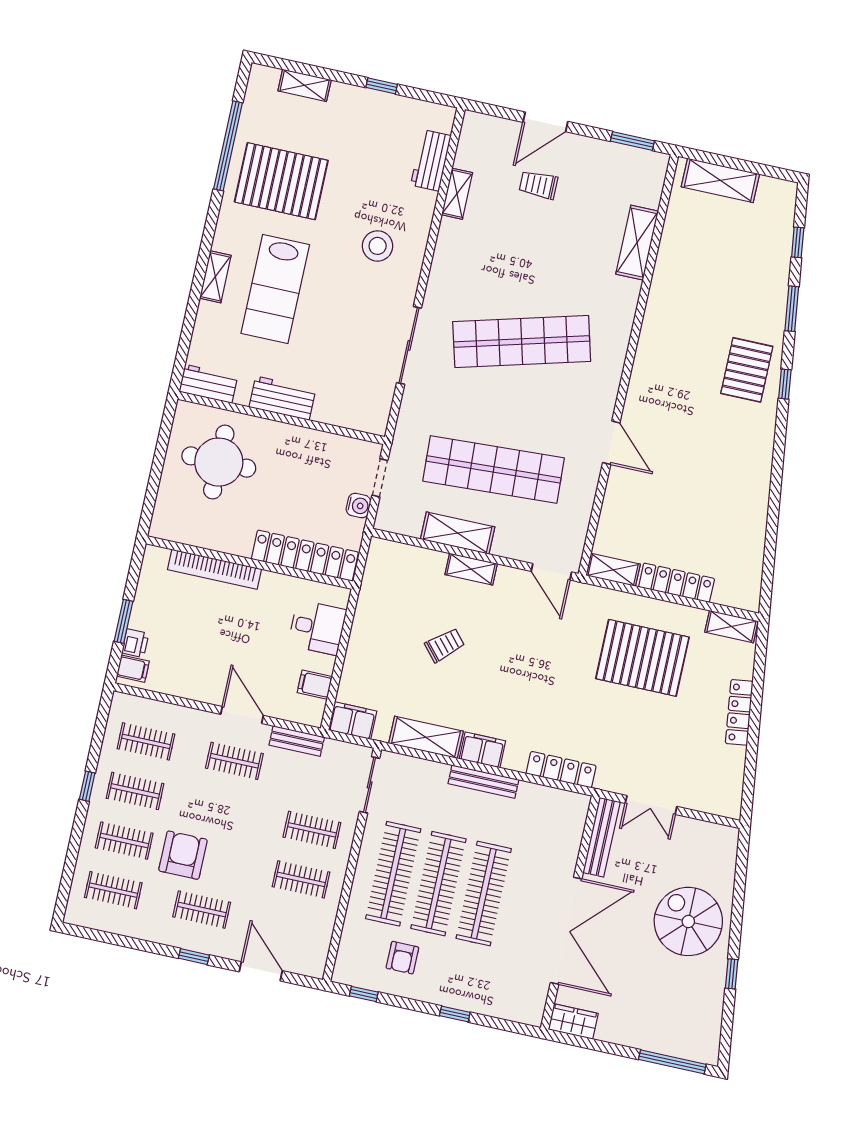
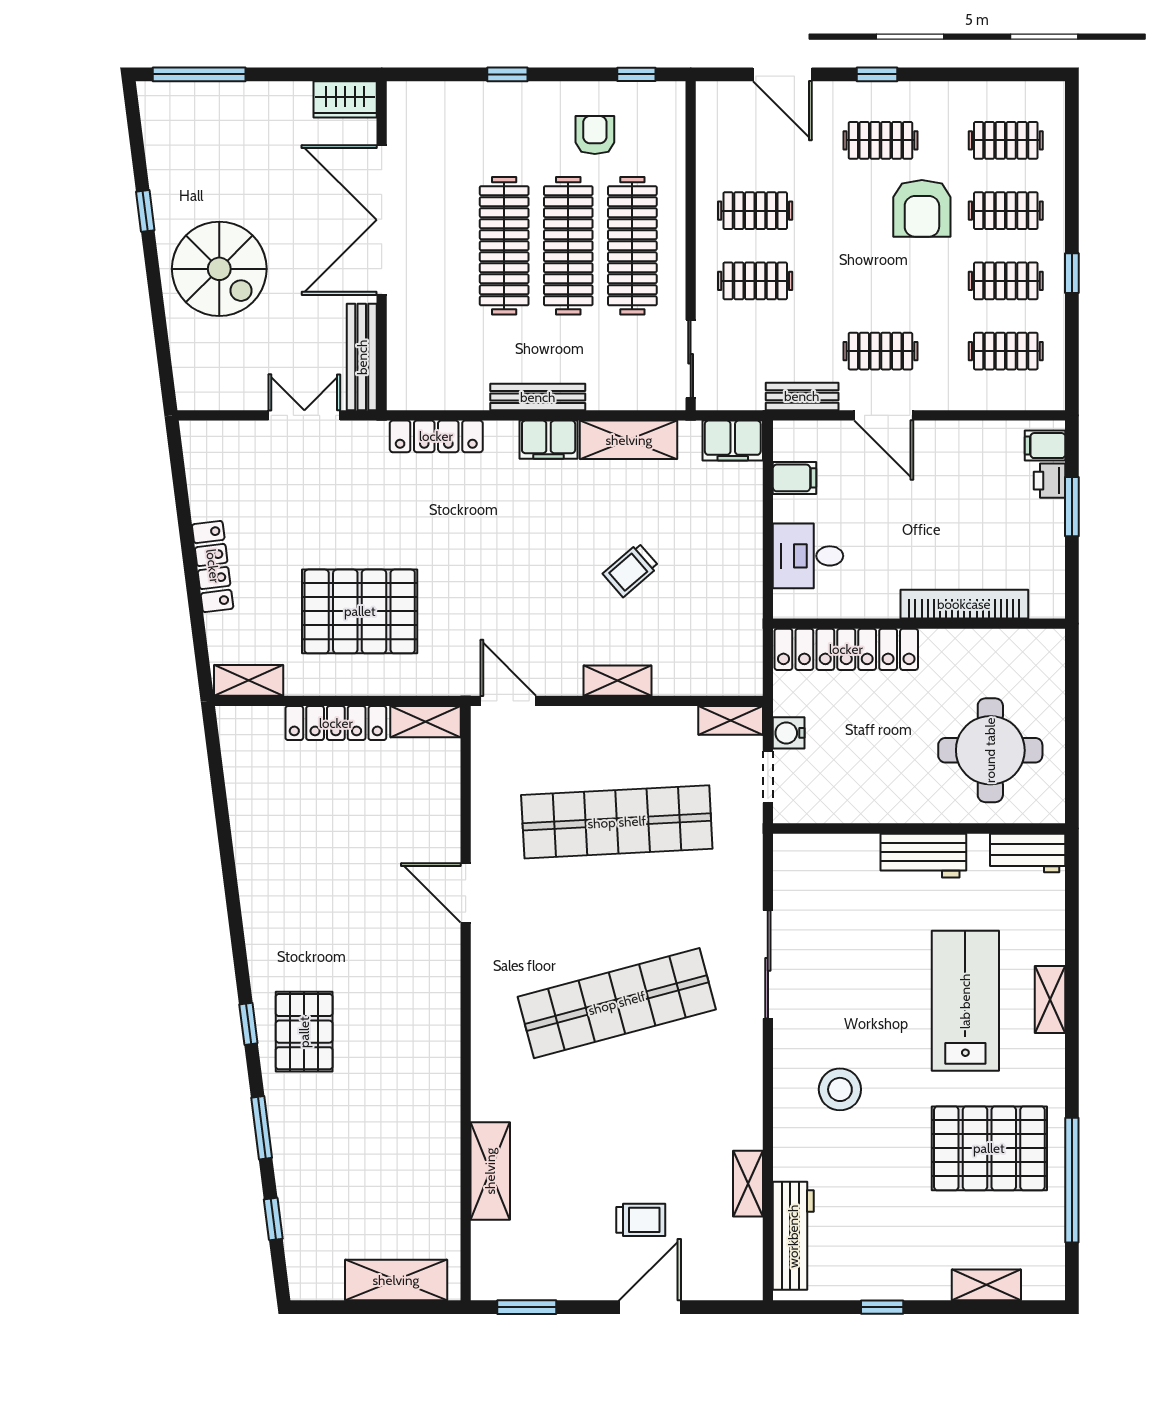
workbench: (431, 160) -> (793, 1236), width x1.37
shelving: (458, 533) -> (731, 720), moved, width x0.67, depth x0.75

